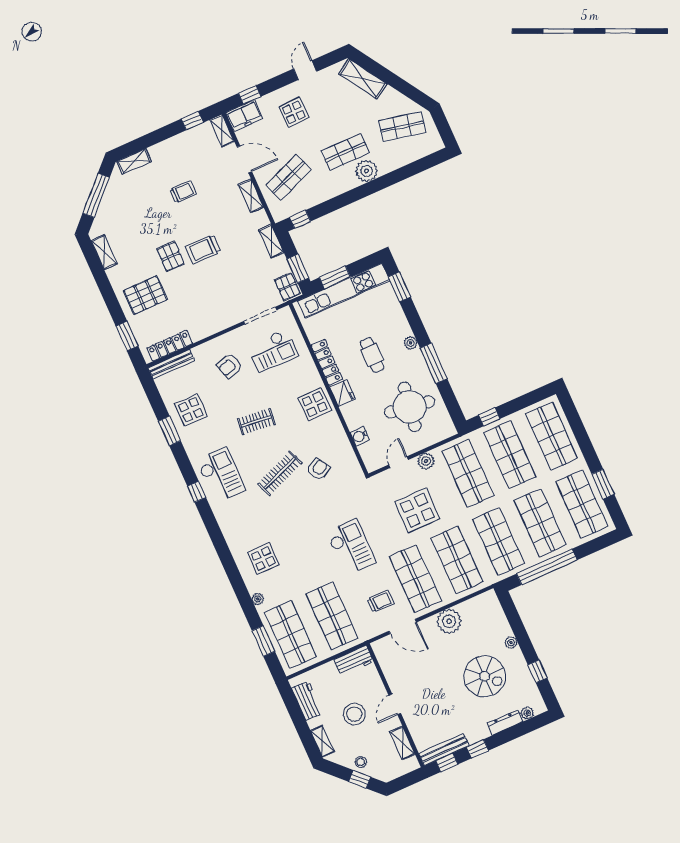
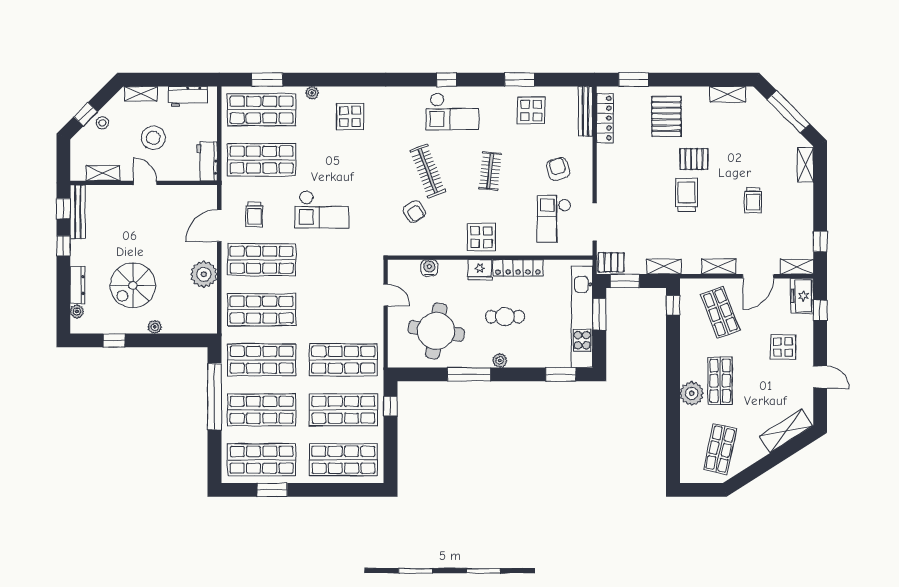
plant: (426, 461) -> (375, 323), removed
display table: (417, 510) -> (329, 292), removed

